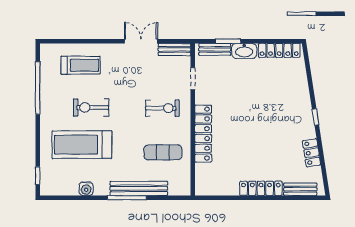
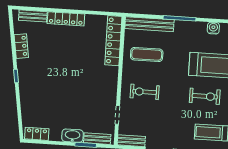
locker: (279, 50) -> (37, 134), width x0.66
locker: (203, 134) -> (113, 41), moved
bench: (139, 188) -> (149, 24), moved

